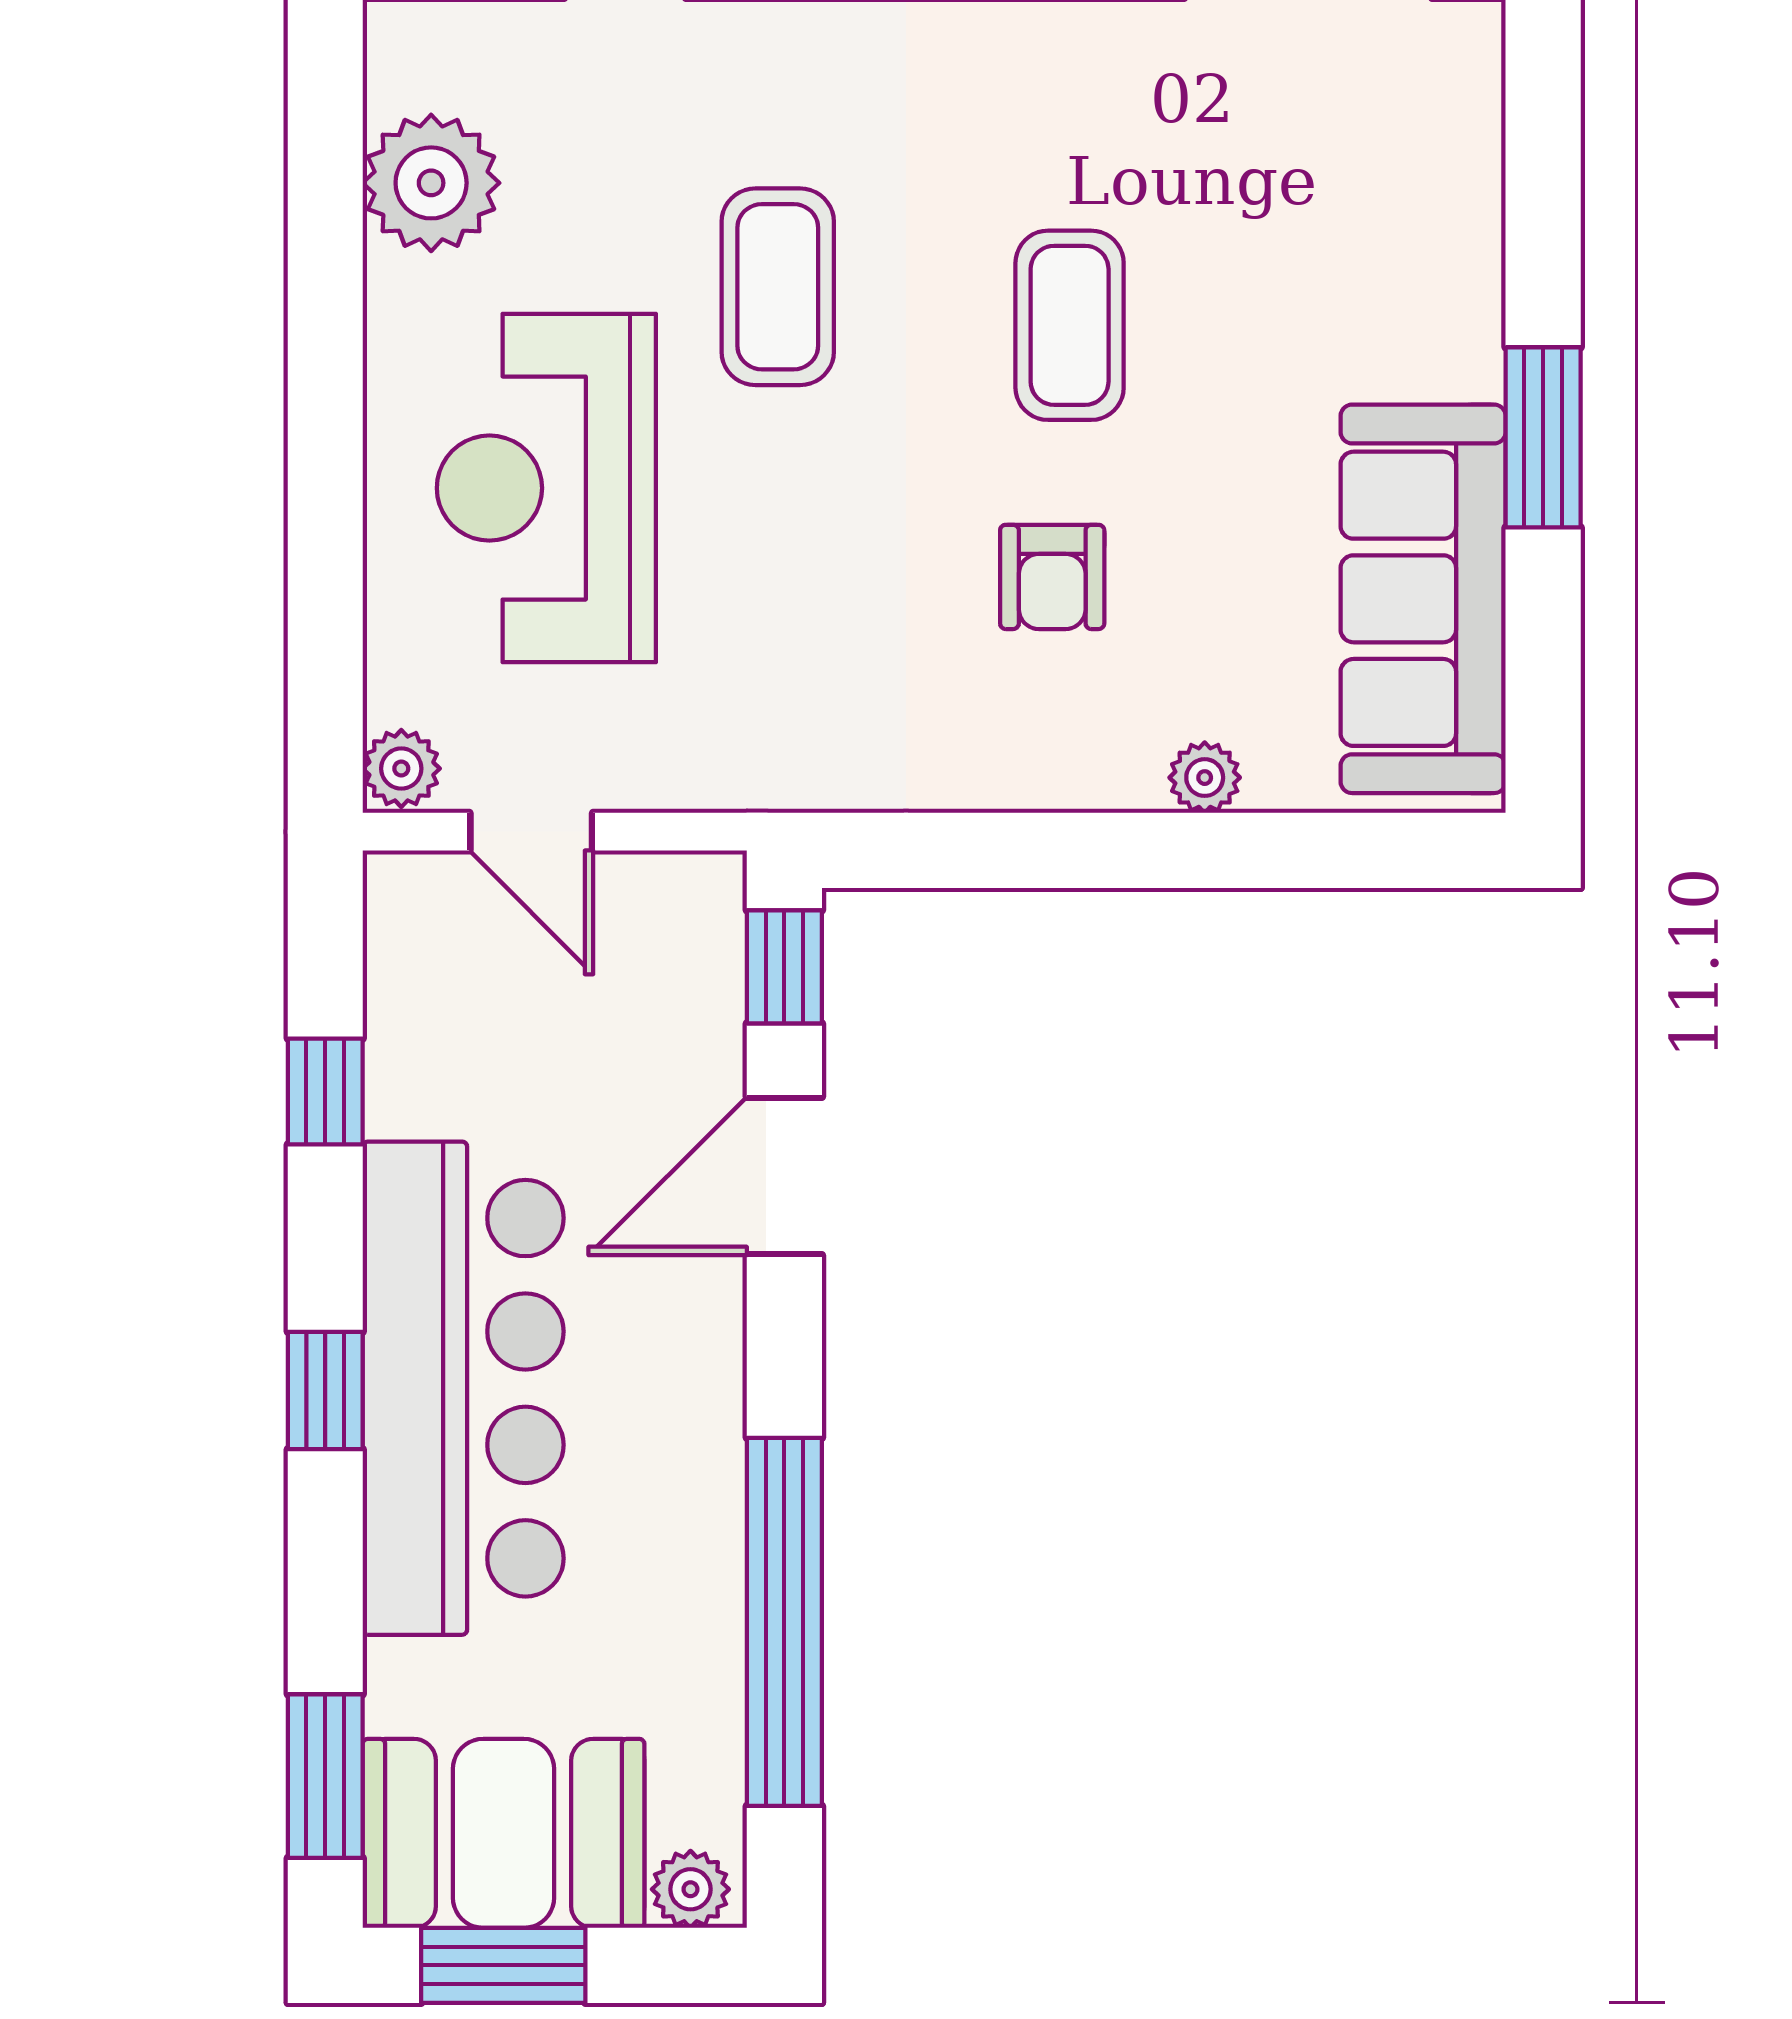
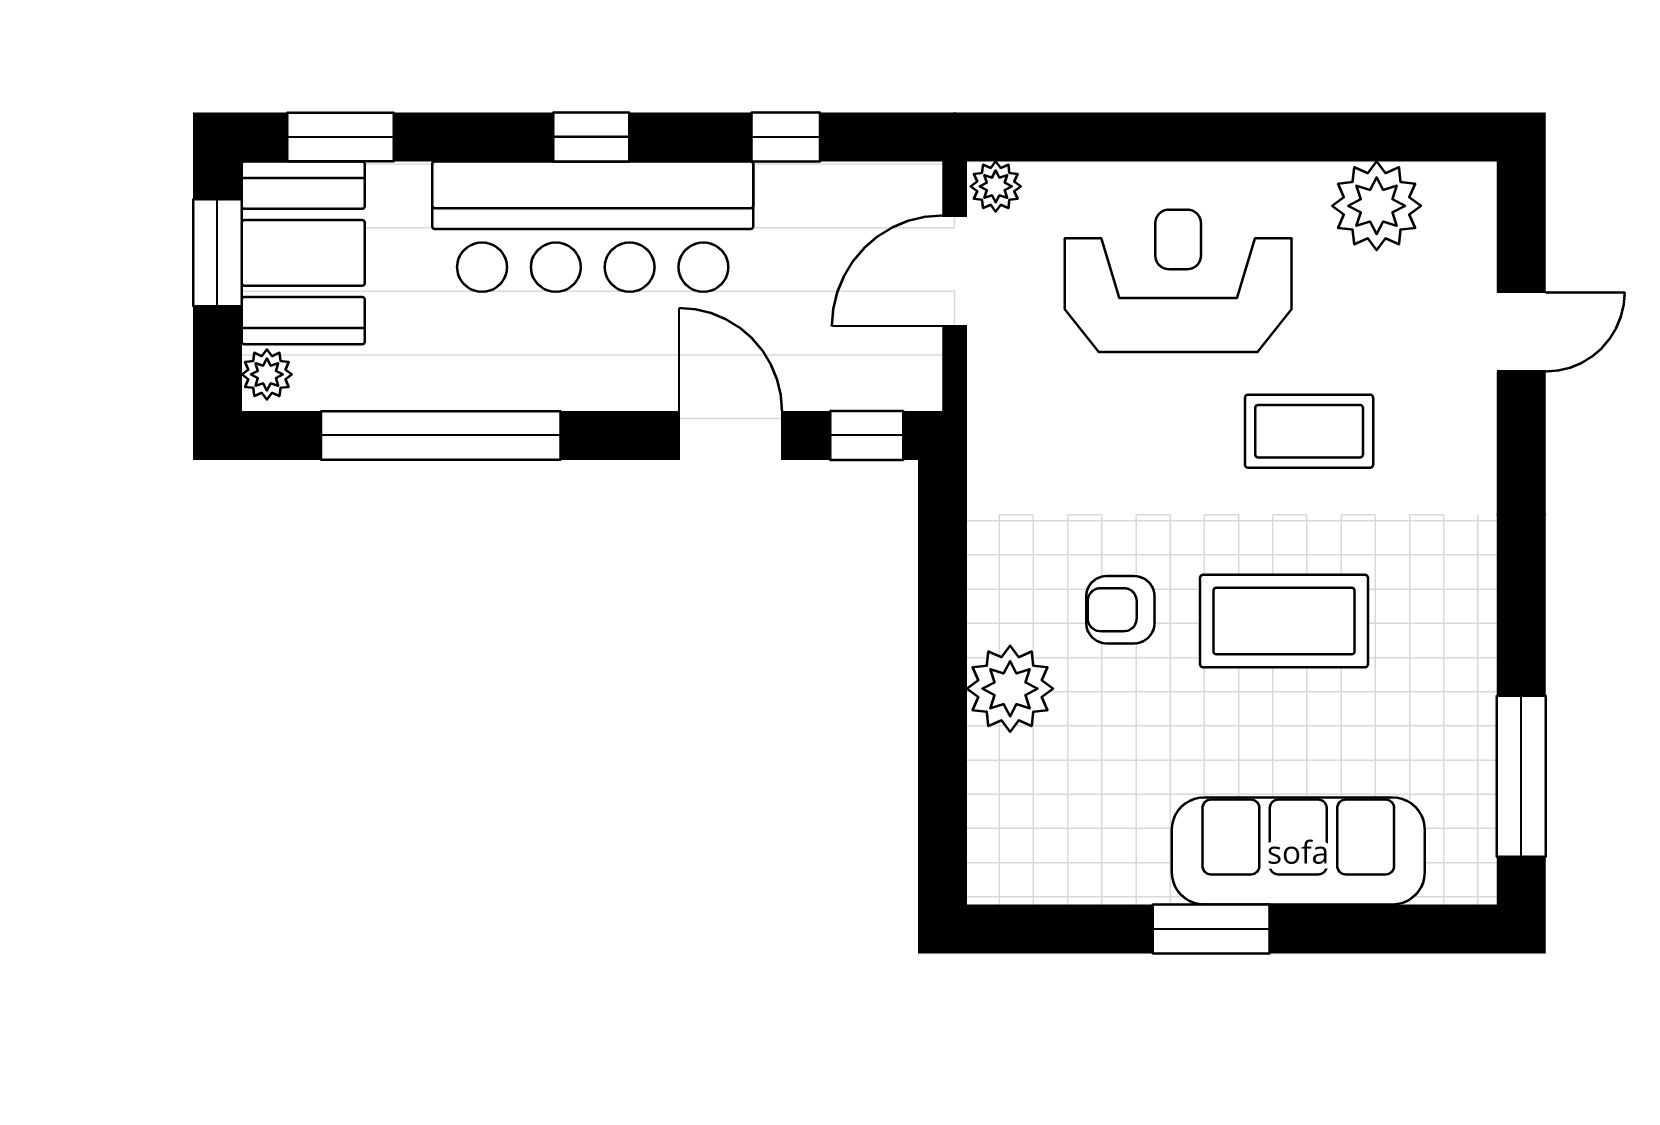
coffee table: (1070, 325) -> (1284, 621), width x1.36, depth x1.32
sofa: (1423, 599) -> (1298, 851), moved
plant: (1205, 778) -> (1010, 689), width x1.88, depth x1.88
door: (531, 832) -> (955, 271), width x1.38

